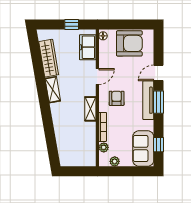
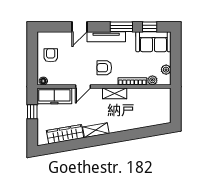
armchair: (129, 43) -> (51, 55), width x0.53, depth x0.53
freezer: (88, 47) -> (54, 96), width x1.40
door: (158, 73) -> (79, 27), hinge flipped
door: (97, 76) -> (83, 87), swing flipped
window: (158, 102) -> (121, 27), moved

